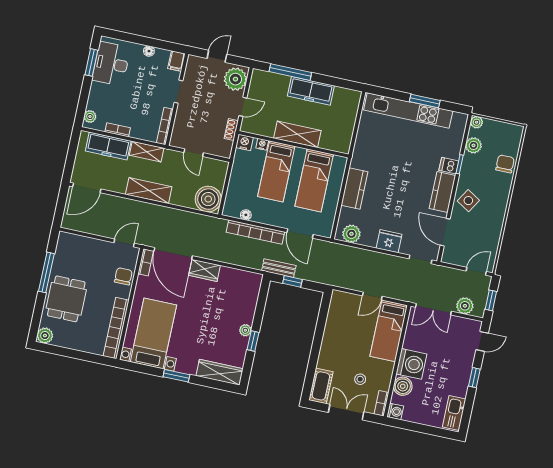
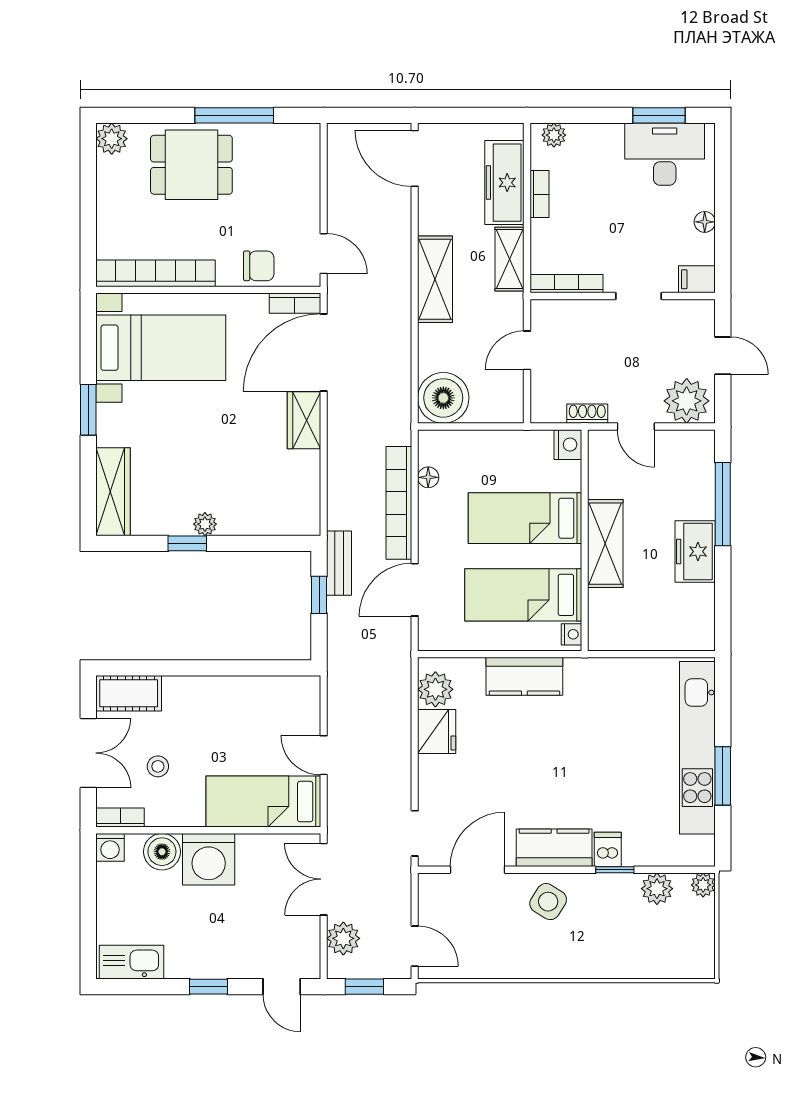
freezer: (311, 91) -> (695, 551), width x0.71
nightstand: (262, 144) -> (572, 634), moved
chair: (505, 164) -> (634, 957), removed
fridge: (389, 241) -> (437, 732), moved

